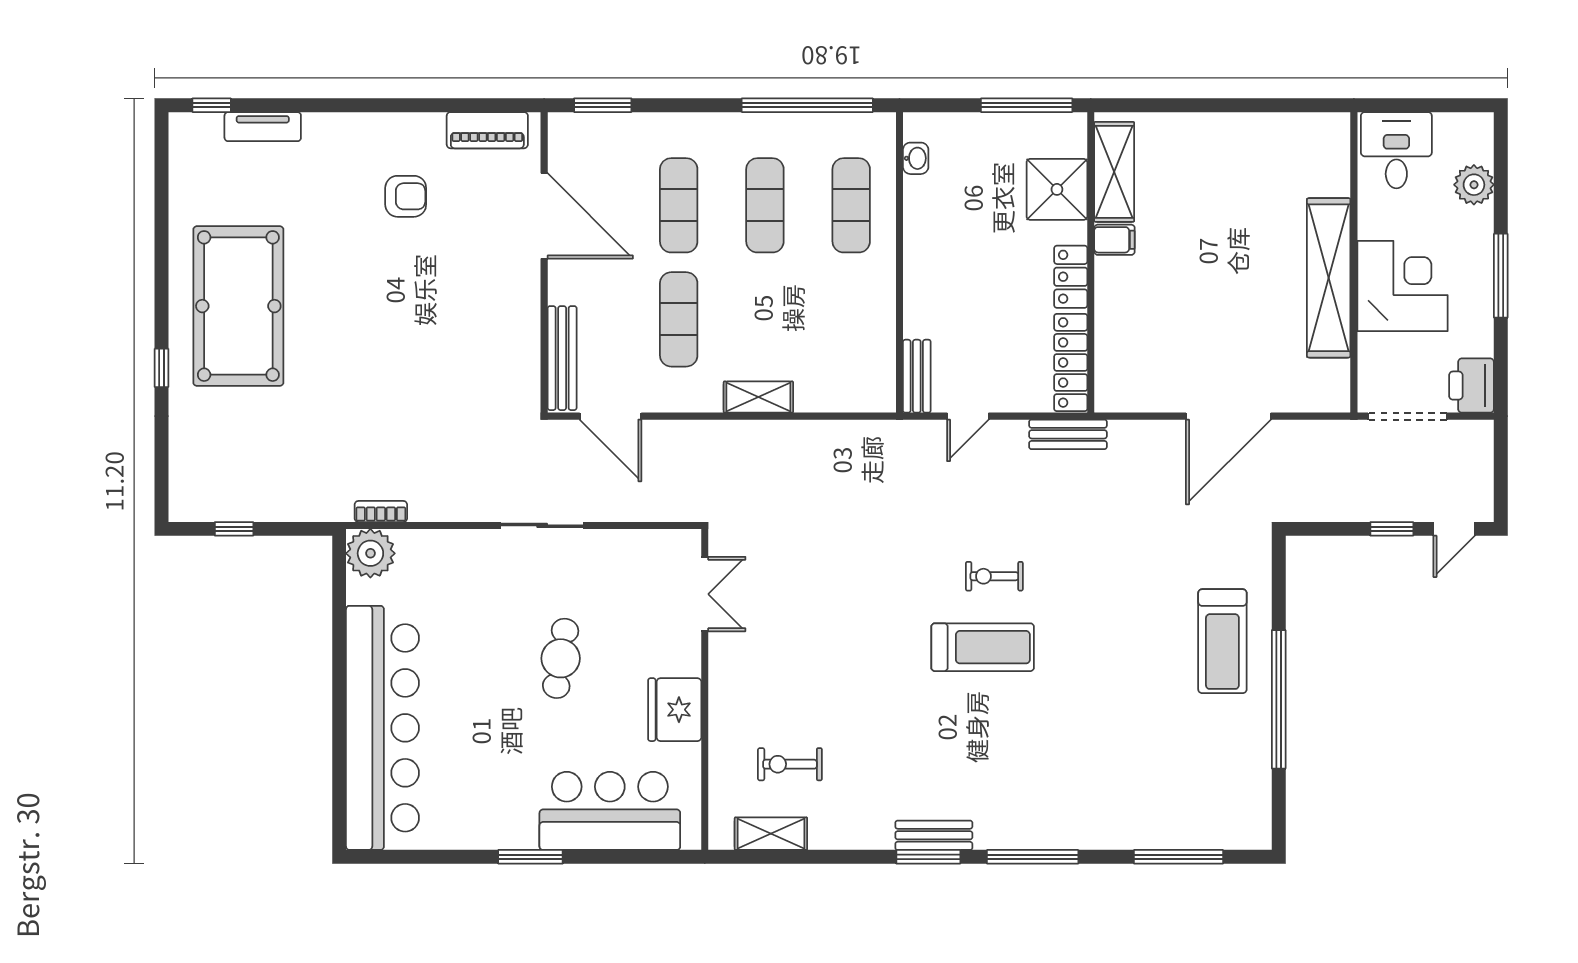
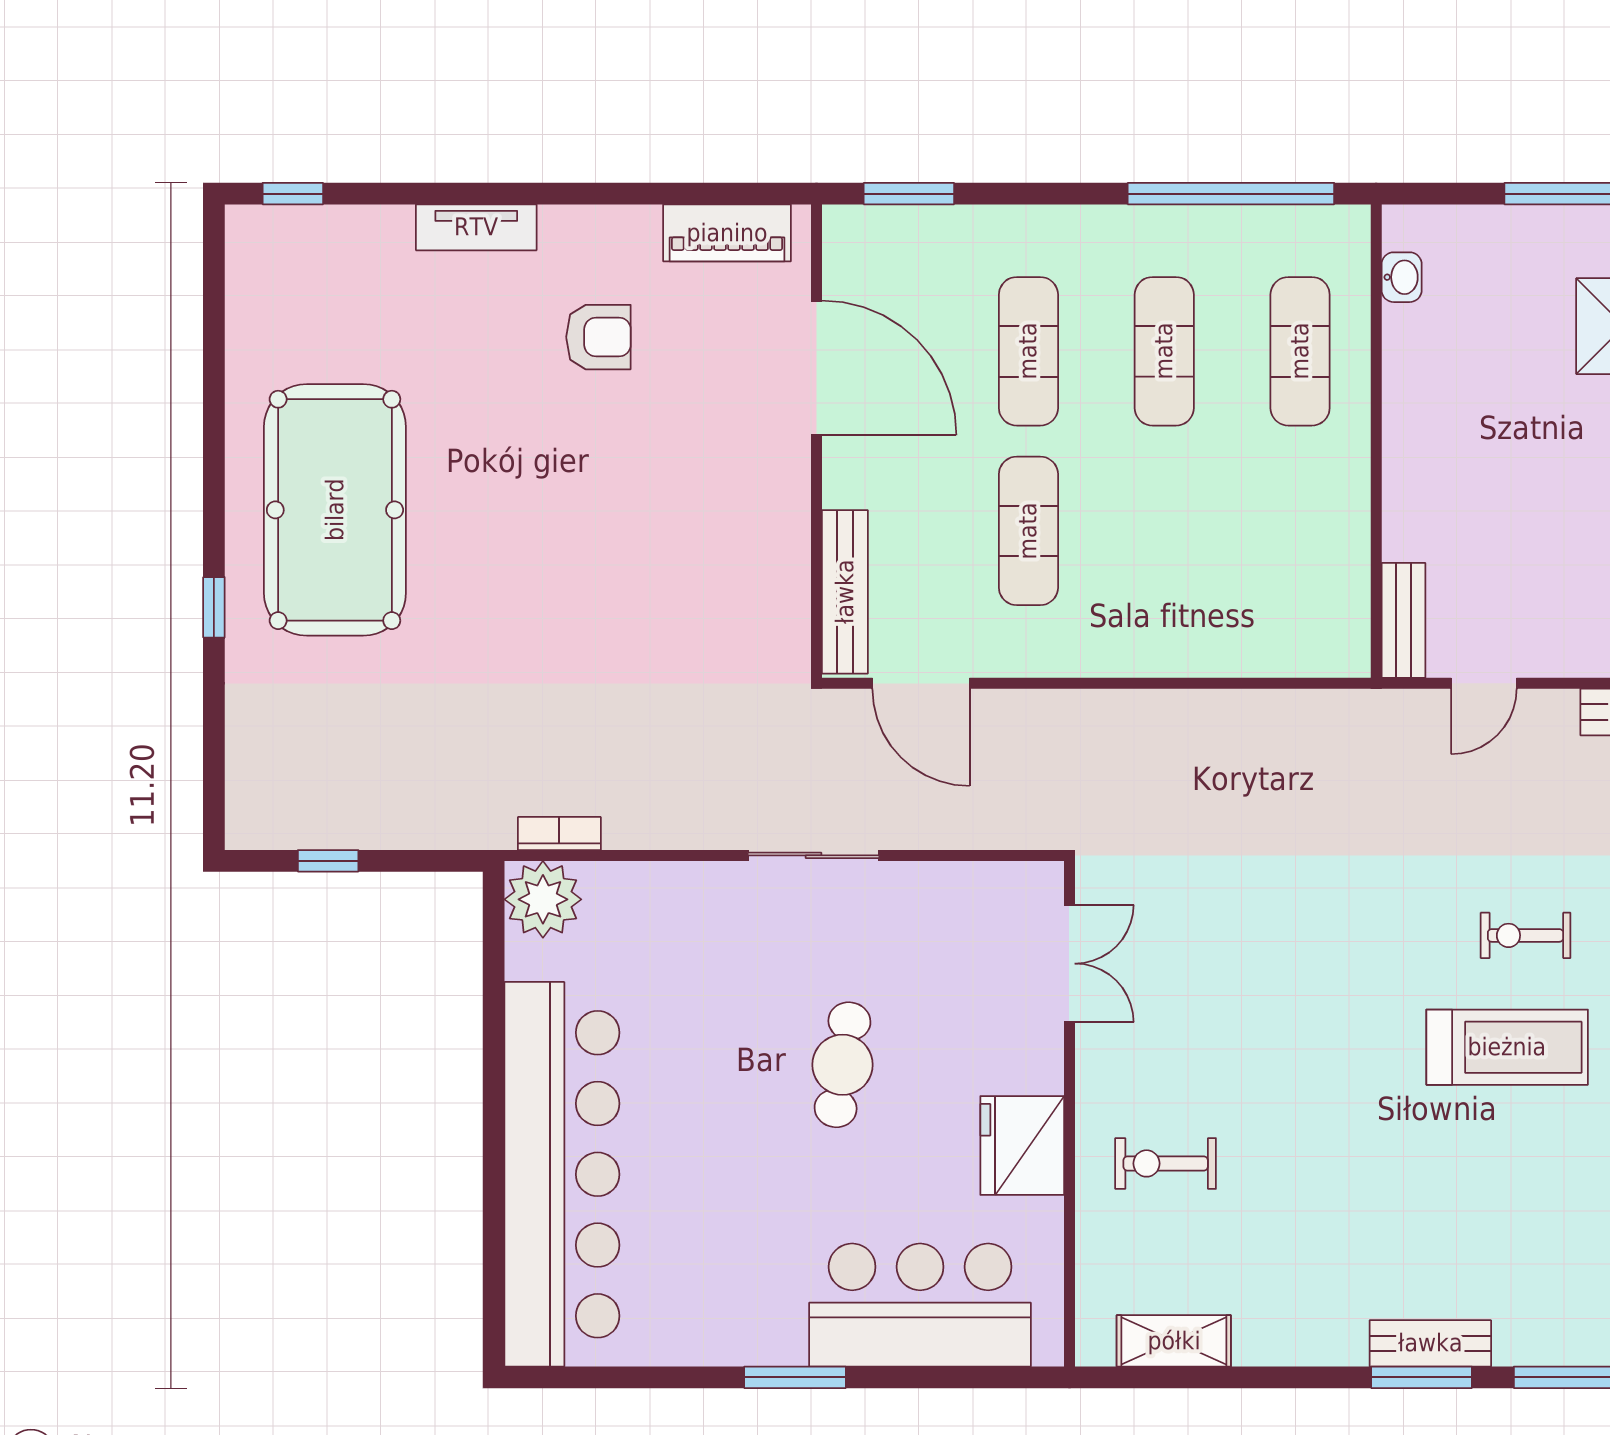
tv unit: (263, 127) -> (476, 227), moved
shelving: (758, 397) -> (1154, 653), removed
exercise bike: (790, 764) -> (1166, 1163), moved

